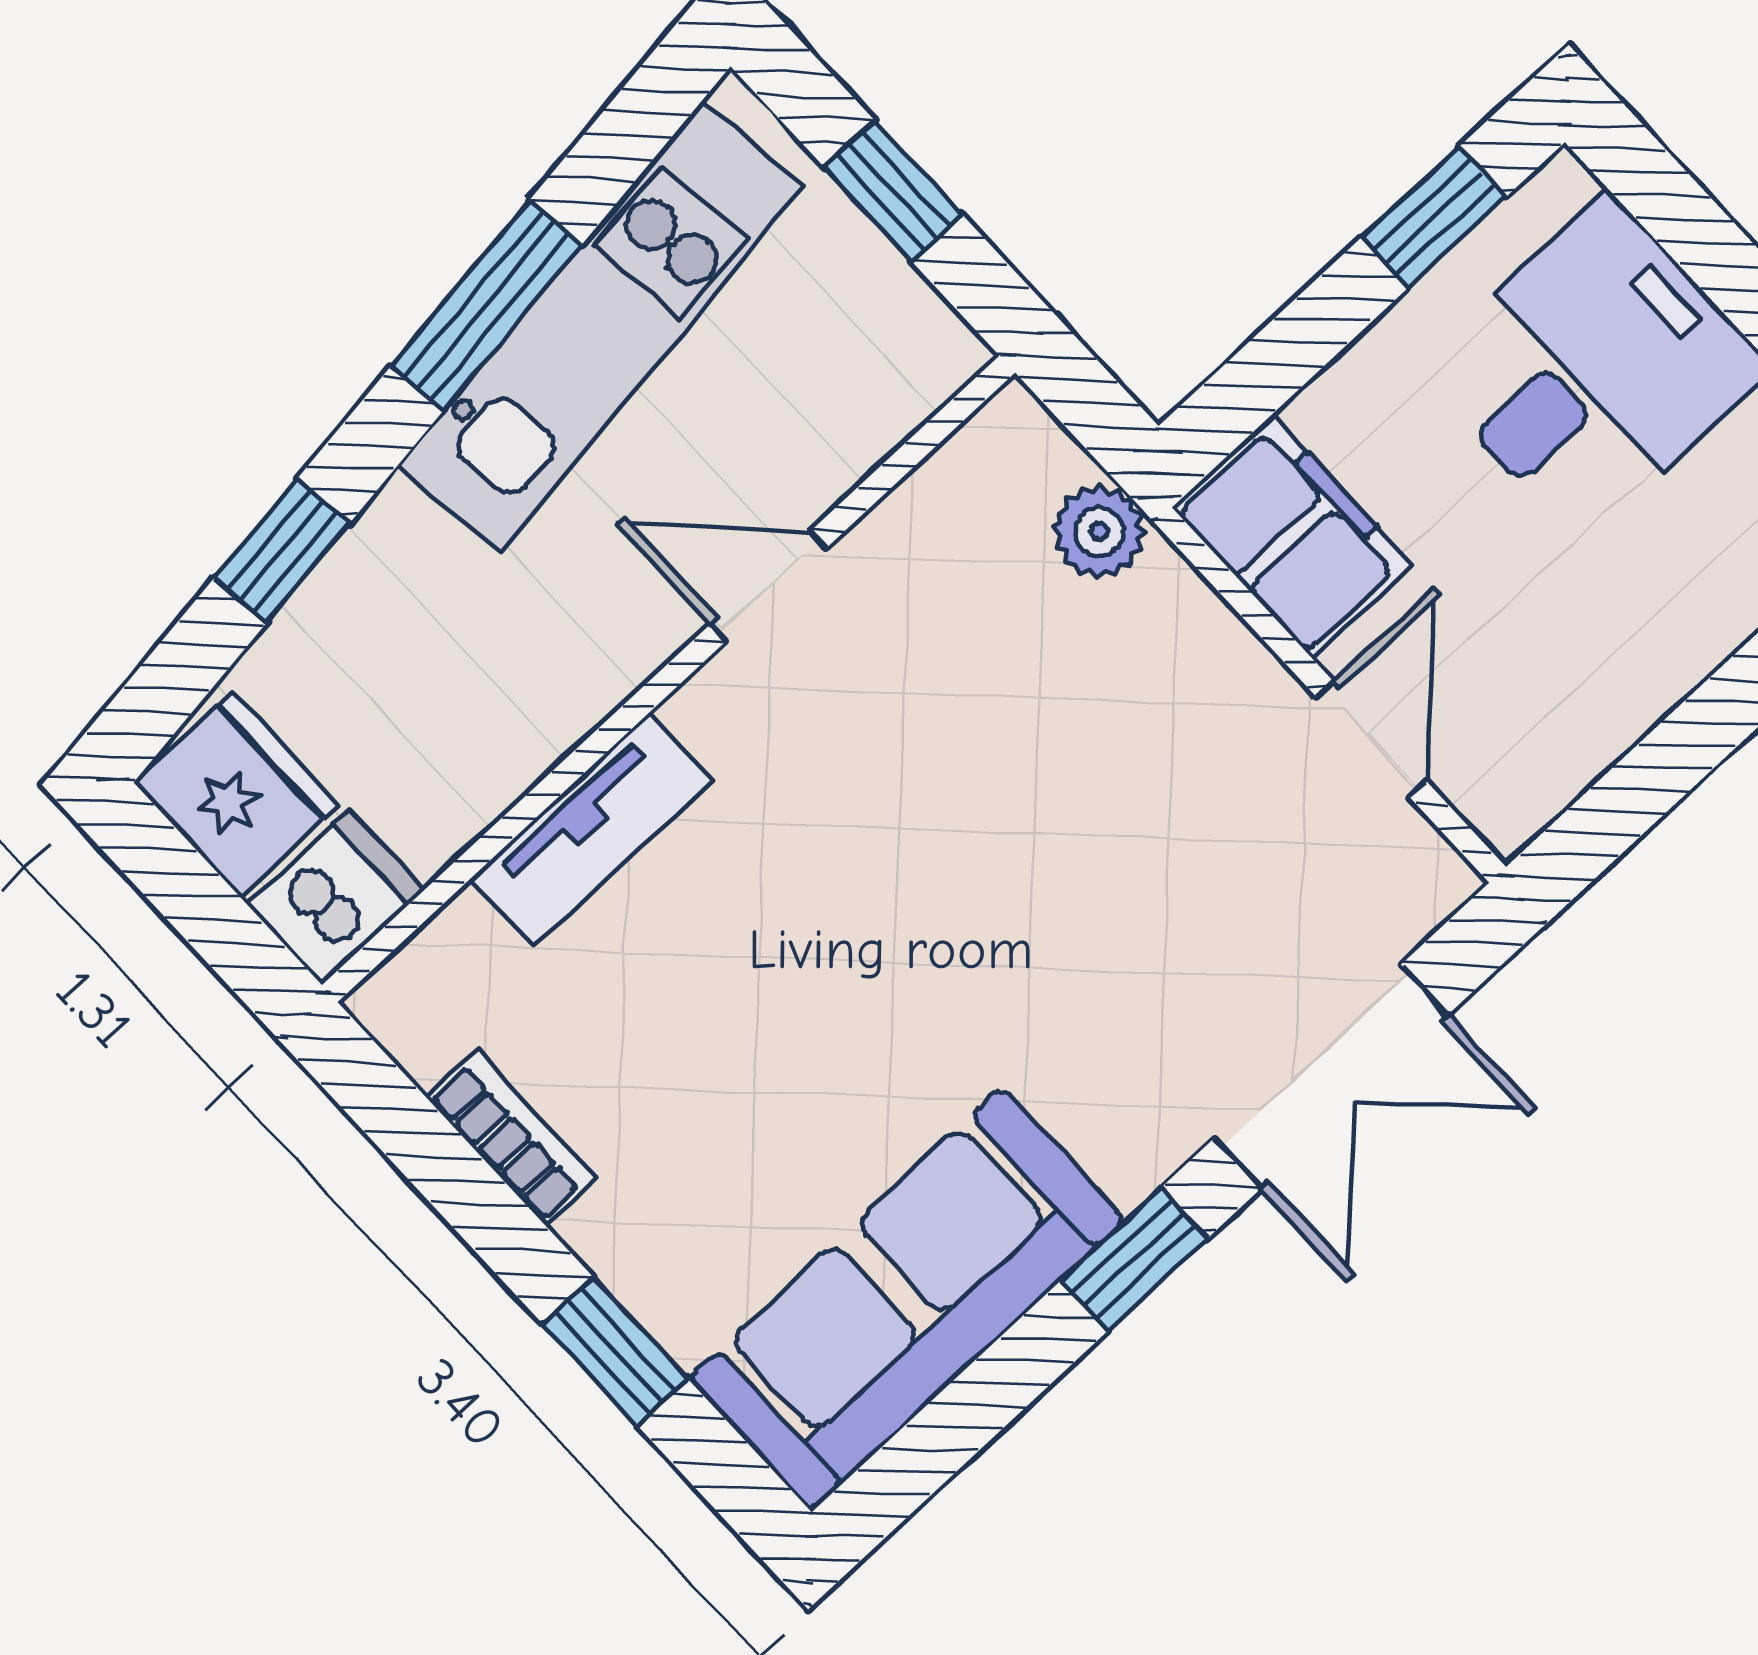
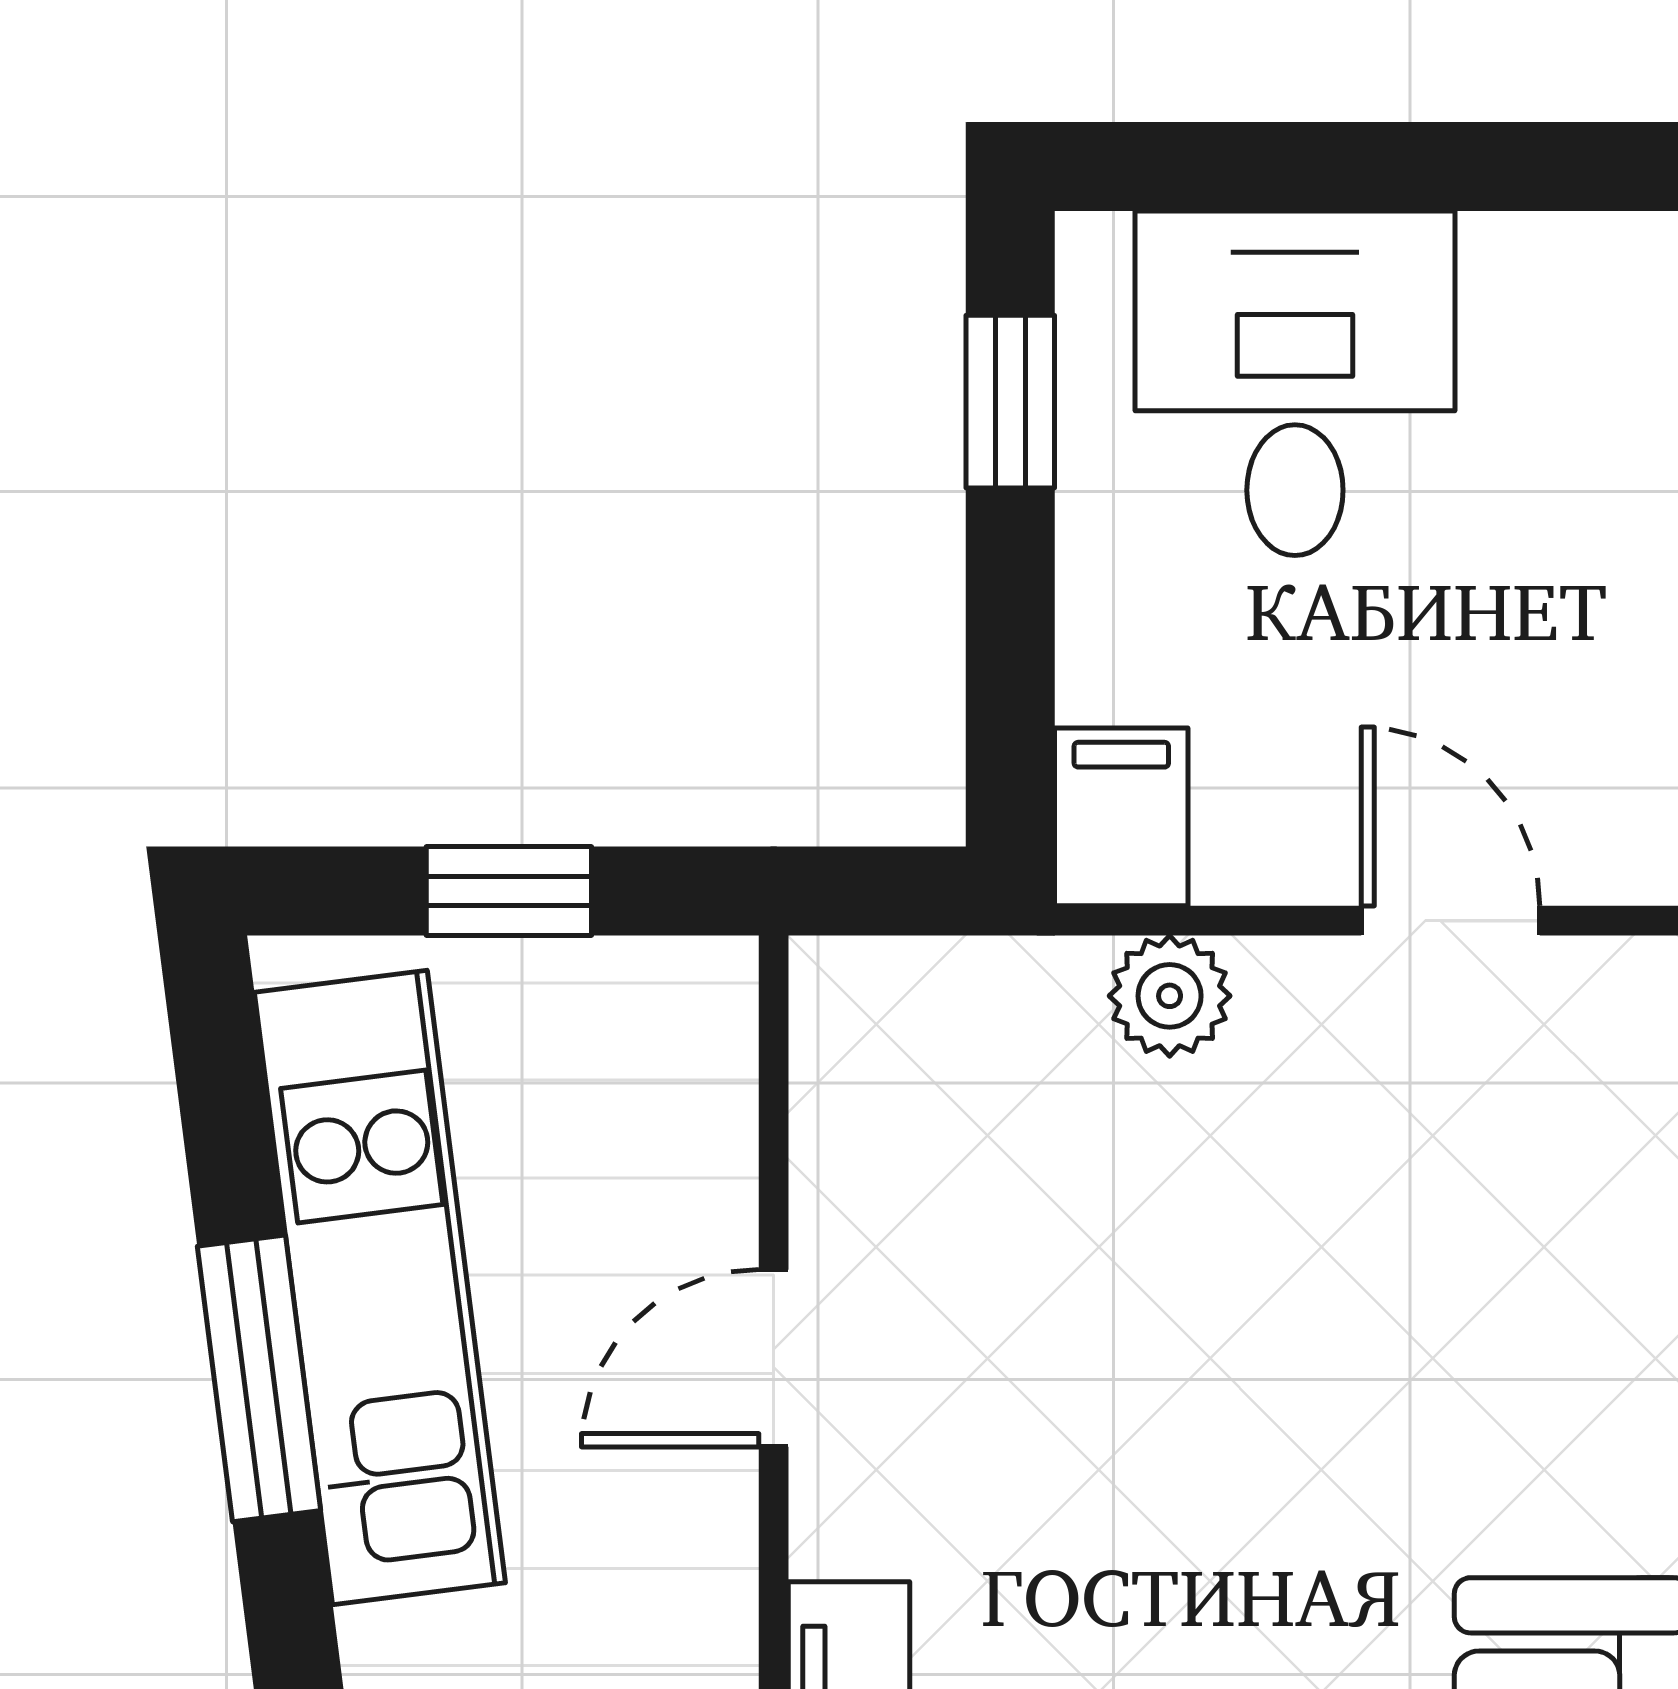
plant: (1099, 531) -> (1170, 996), moved
filing cabinet: (1292, 536) -> (1121, 817), width x0.50

